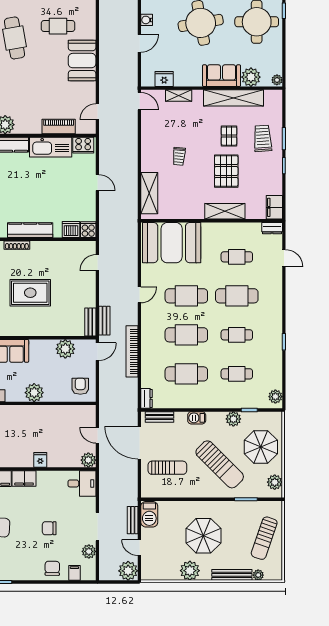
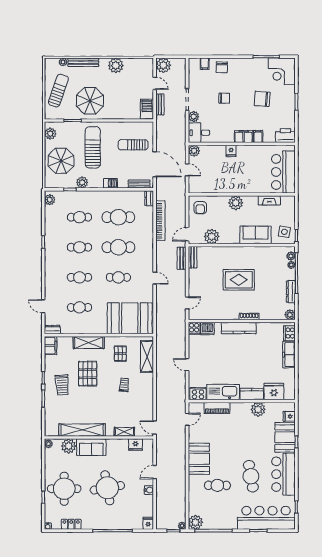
pallet: (229, 136) -> (120, 354), moved
trolley: (263, 138) -> (62, 385), moved
door: (139, 295) -> (155, 278), swing flipped
cafe table: (186, 296) -> (118, 277), width x0.73, depth x0.74
cafe table: (237, 296) -> (79, 277), width x0.73, depth x0.74
bookcase: (132, 351) -> (160, 221), moved
sun lounger: (220, 464) -> (93, 147), turned 45
parasol: (203, 536) -> (90, 101), moved
plant: (89, 551) -> (194, 117), moved

